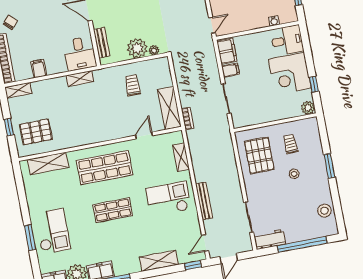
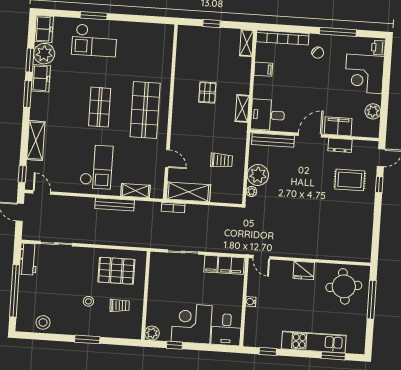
water cooler: (274, 21) -> (251, 302), moved
bench: (102, 43) -> (273, 140), width x1.36
pallet: (36, 132) -> (207, 92), moved, width x0.67, depth x0.71
shelving: (48, 163) -> (164, 54), removed
bench: (204, 201) -> (115, 204), moved

